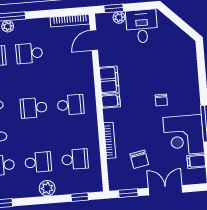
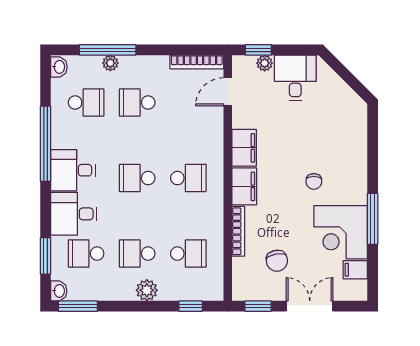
filing cabinet: (111, 101) -> (244, 186), width x2.00
school desk: (38, 162) -> (137, 254), turned 180

